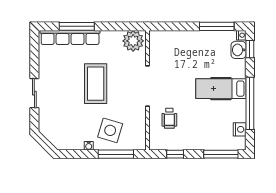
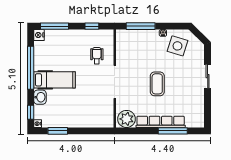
window: (217, 26) -> (58, 131), width x0.69
row of seats: (70, 37) -> (161, 122), moved
washbasin: (239, 50) -> (40, 97), moved
coffee table: (96, 84) -> (157, 84), width x0.73, depth x0.76
nightstand: (240, 129) -> (39, 35), moved
side table: (110, 130) -> (177, 46), moved

